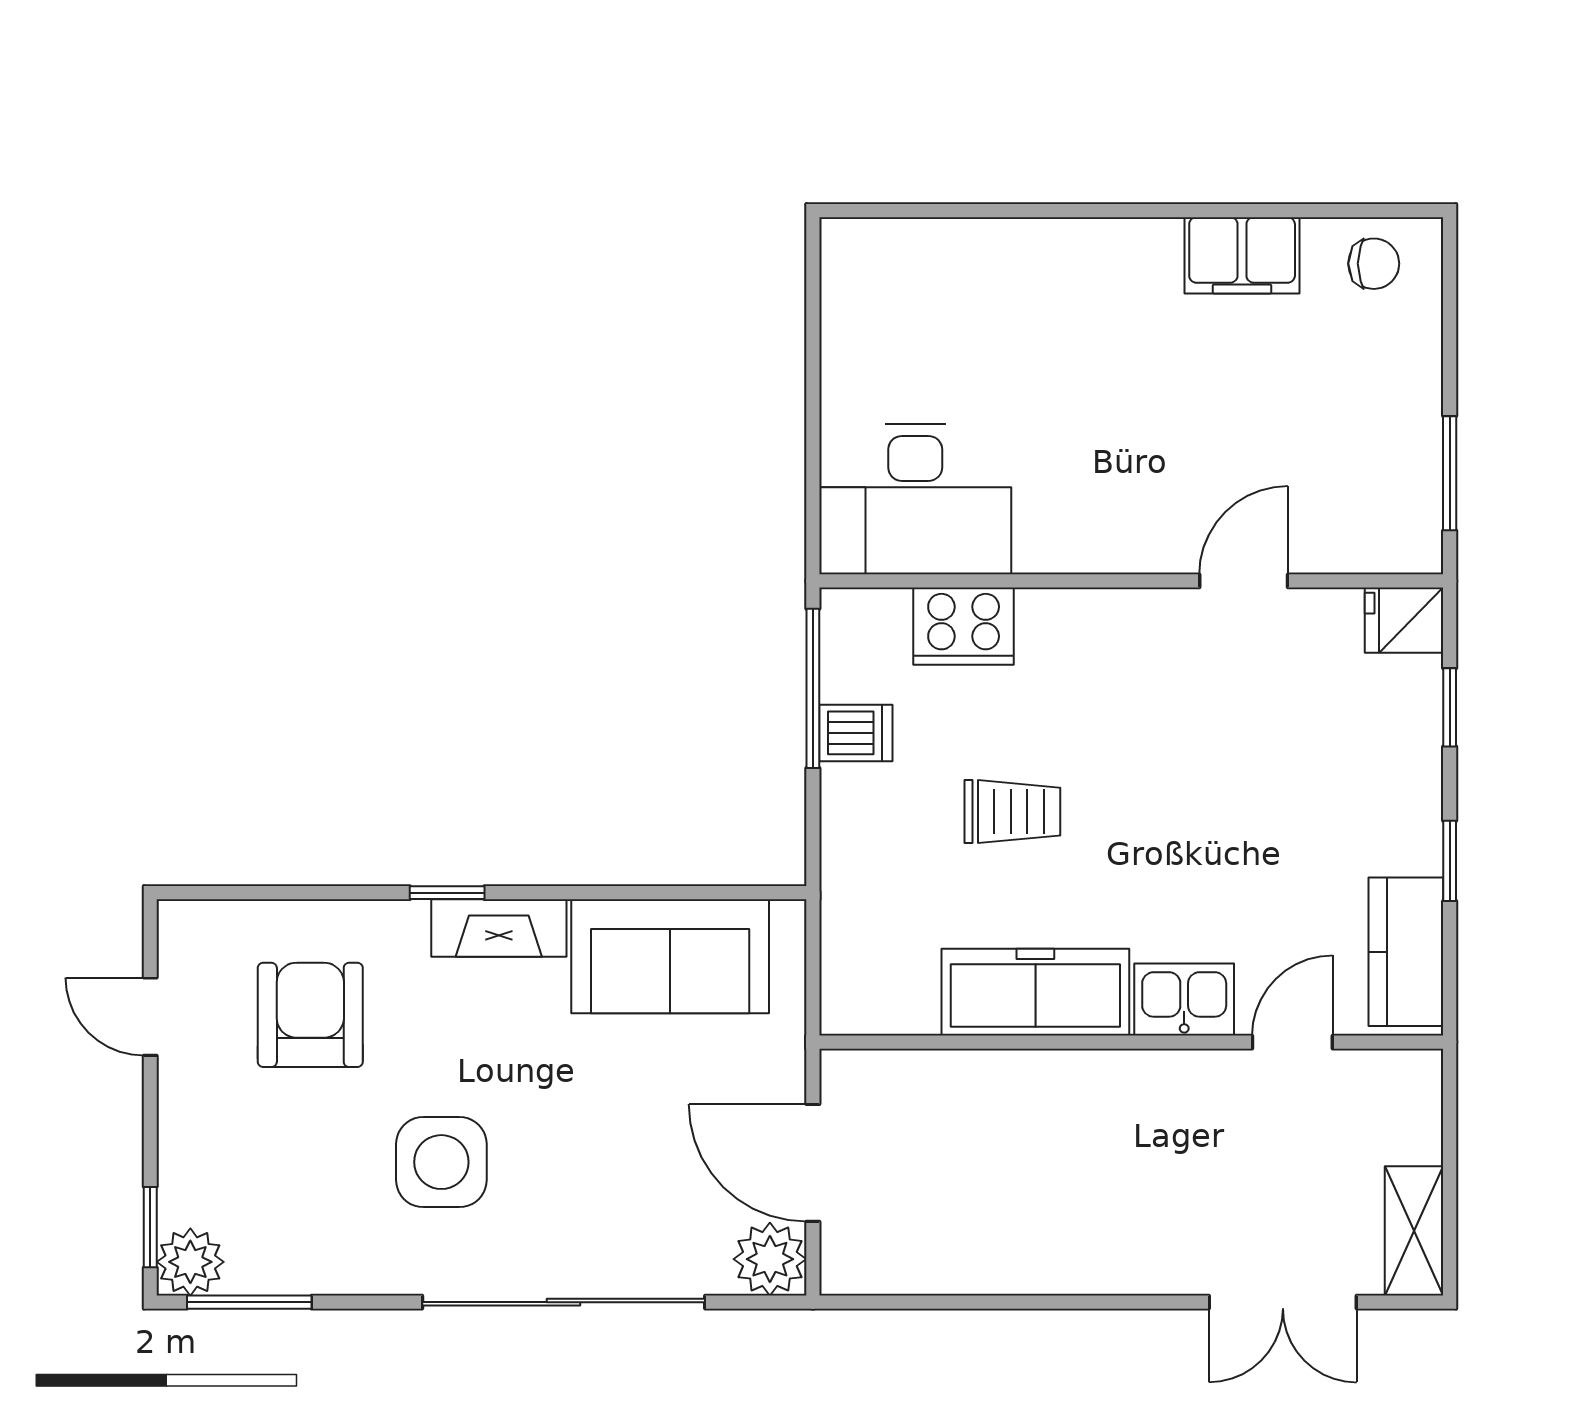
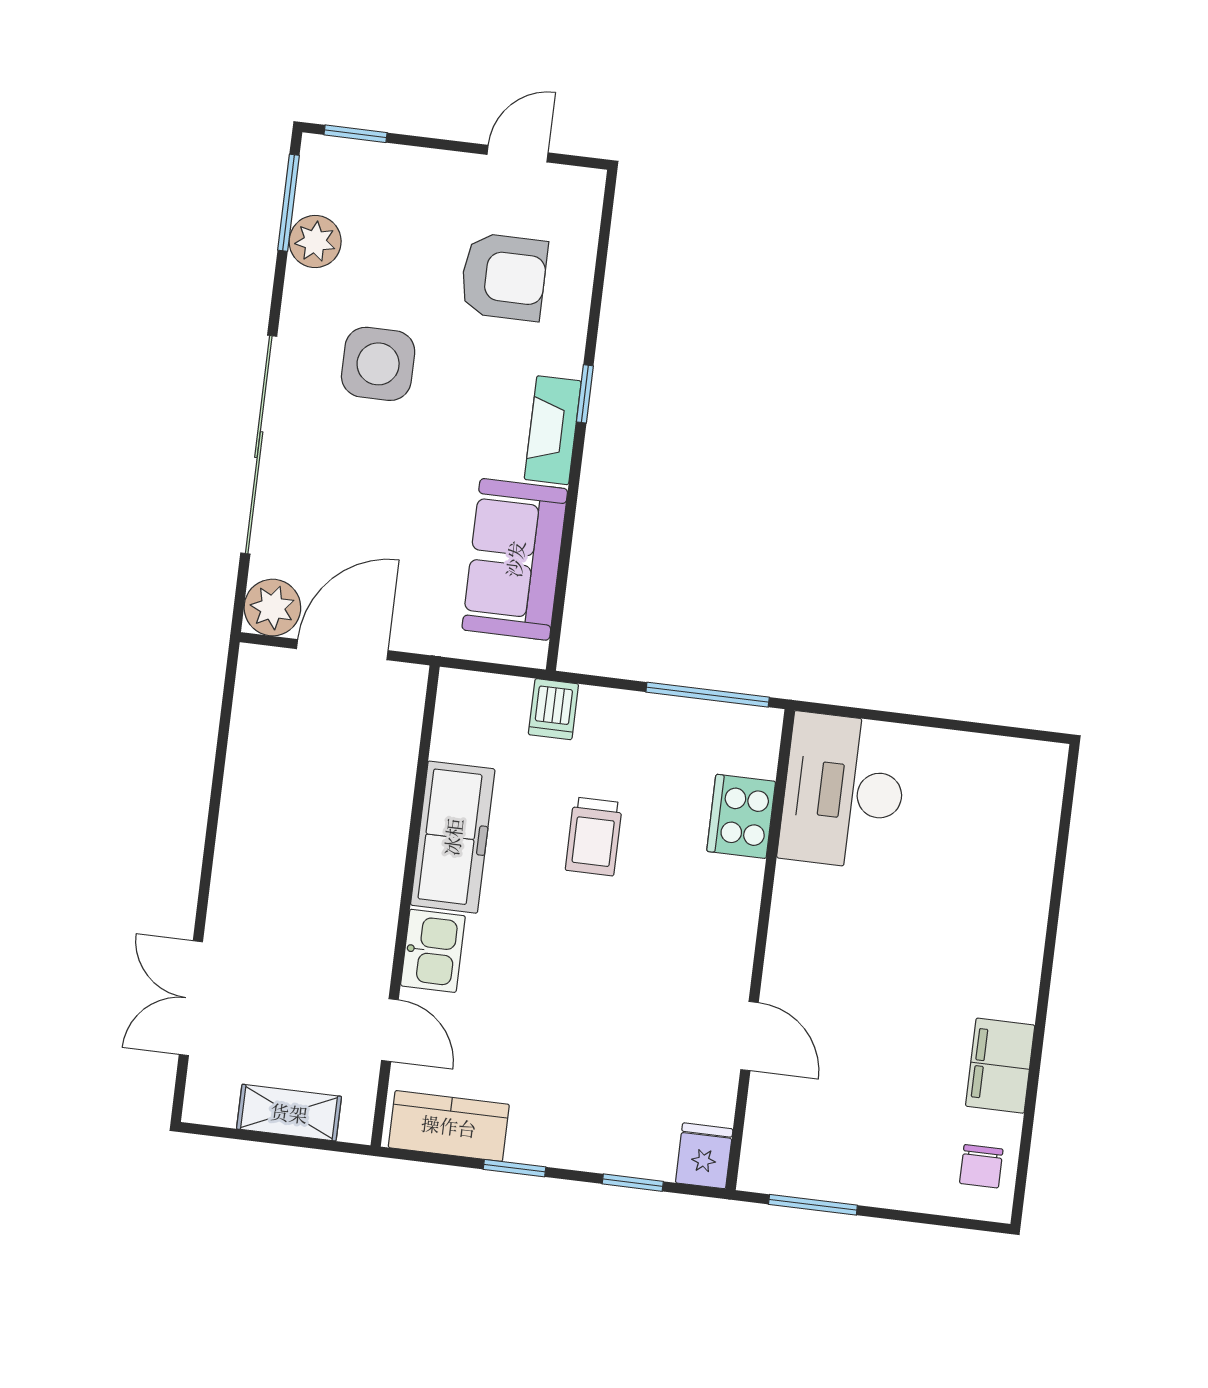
dishwasher: (856, 733) -> (553, 709), moved
shelving: (1414, 1231) -> (289, 1113), moved
plant: (190, 1262) -> (315, 242), moved

